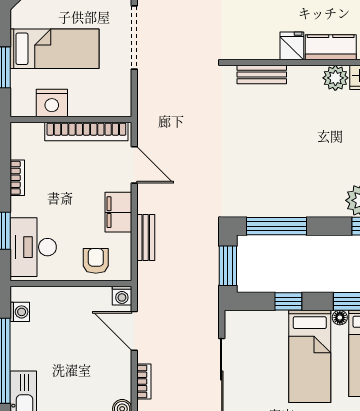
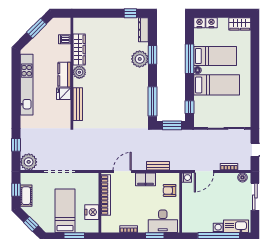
bench: (262, 75) -> (78, 104), width x1.36
window: (288, 301) -> (190, 107), moved
washing machine: (20, 312) -> (218, 228), moved

